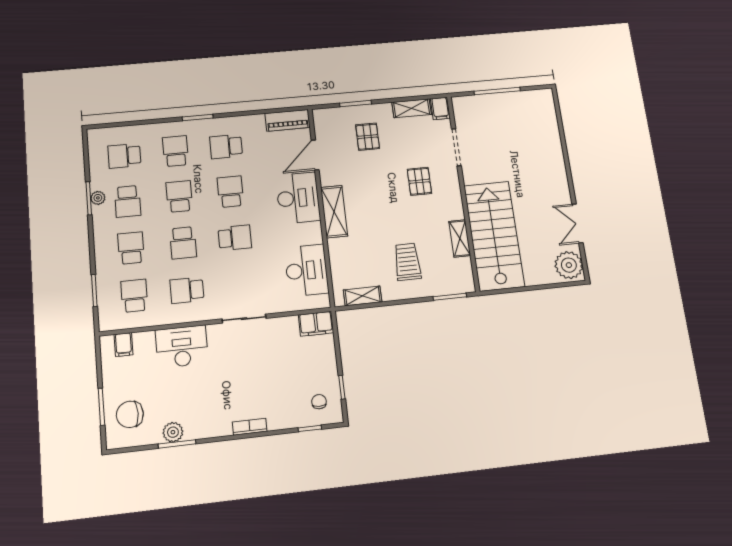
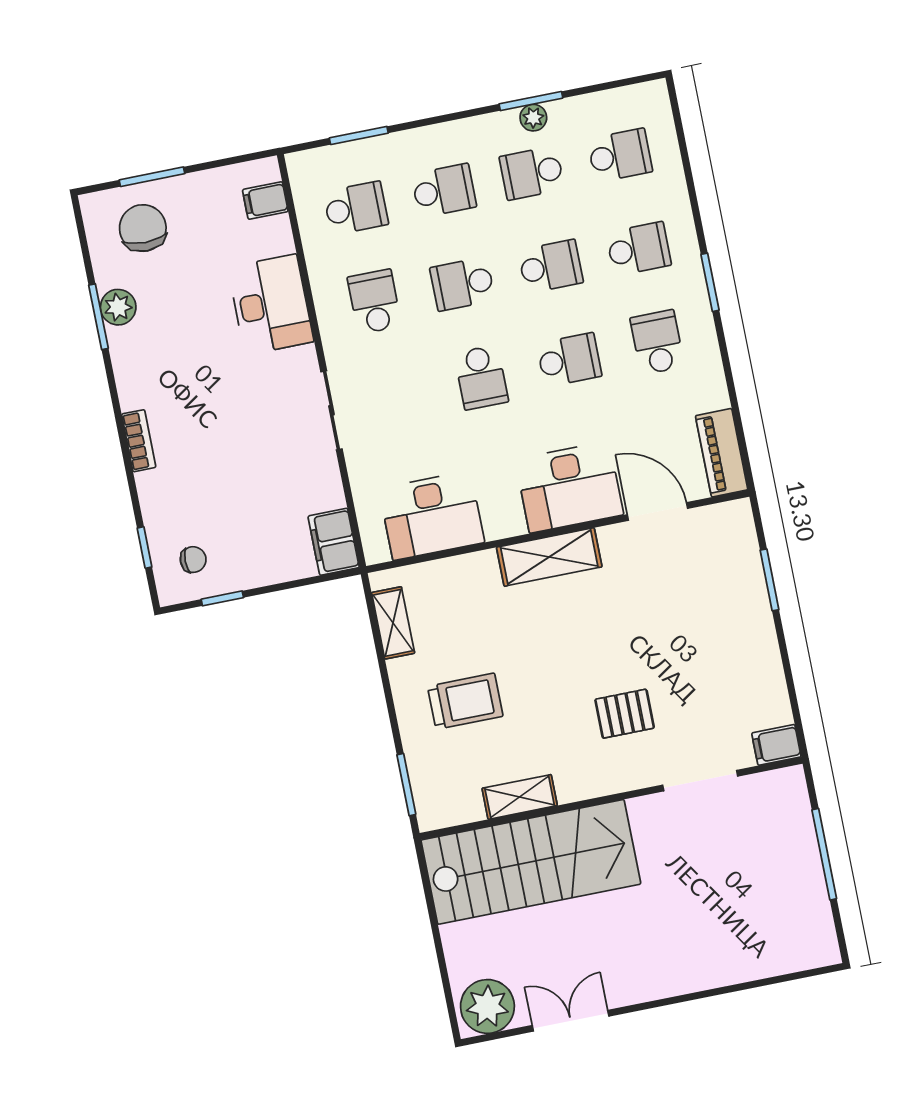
shelving: (412, 108) -> (771, 689), removed
pallet: (368, 137) -> (704, 608), removed
school desk: (124, 156) -> (620, 155), turned 90

